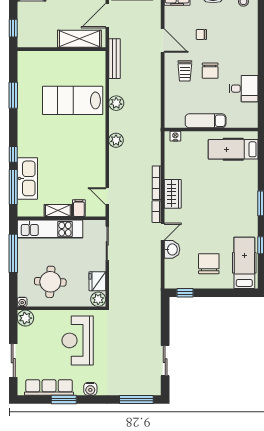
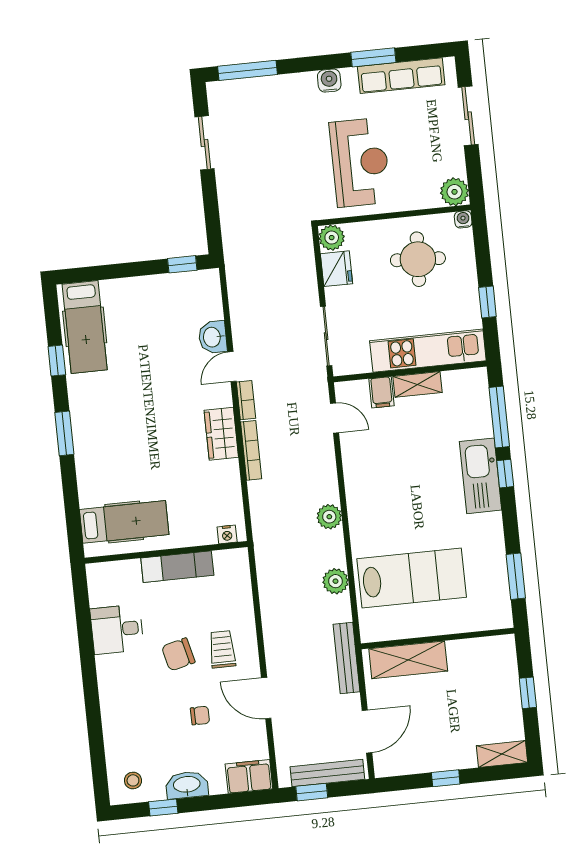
shelving: (79, 39) -> (408, 660), moved
wall: (61, 49) -> (438, 639), moved
chair: (210, 71) -> (178, 654), turned -104
kitchen sink: (27, 178) -> (480, 476), moved
window: (13, 253) -> (487, 302), width x0.46
chair: (209, 264) -> (146, 319), removed

